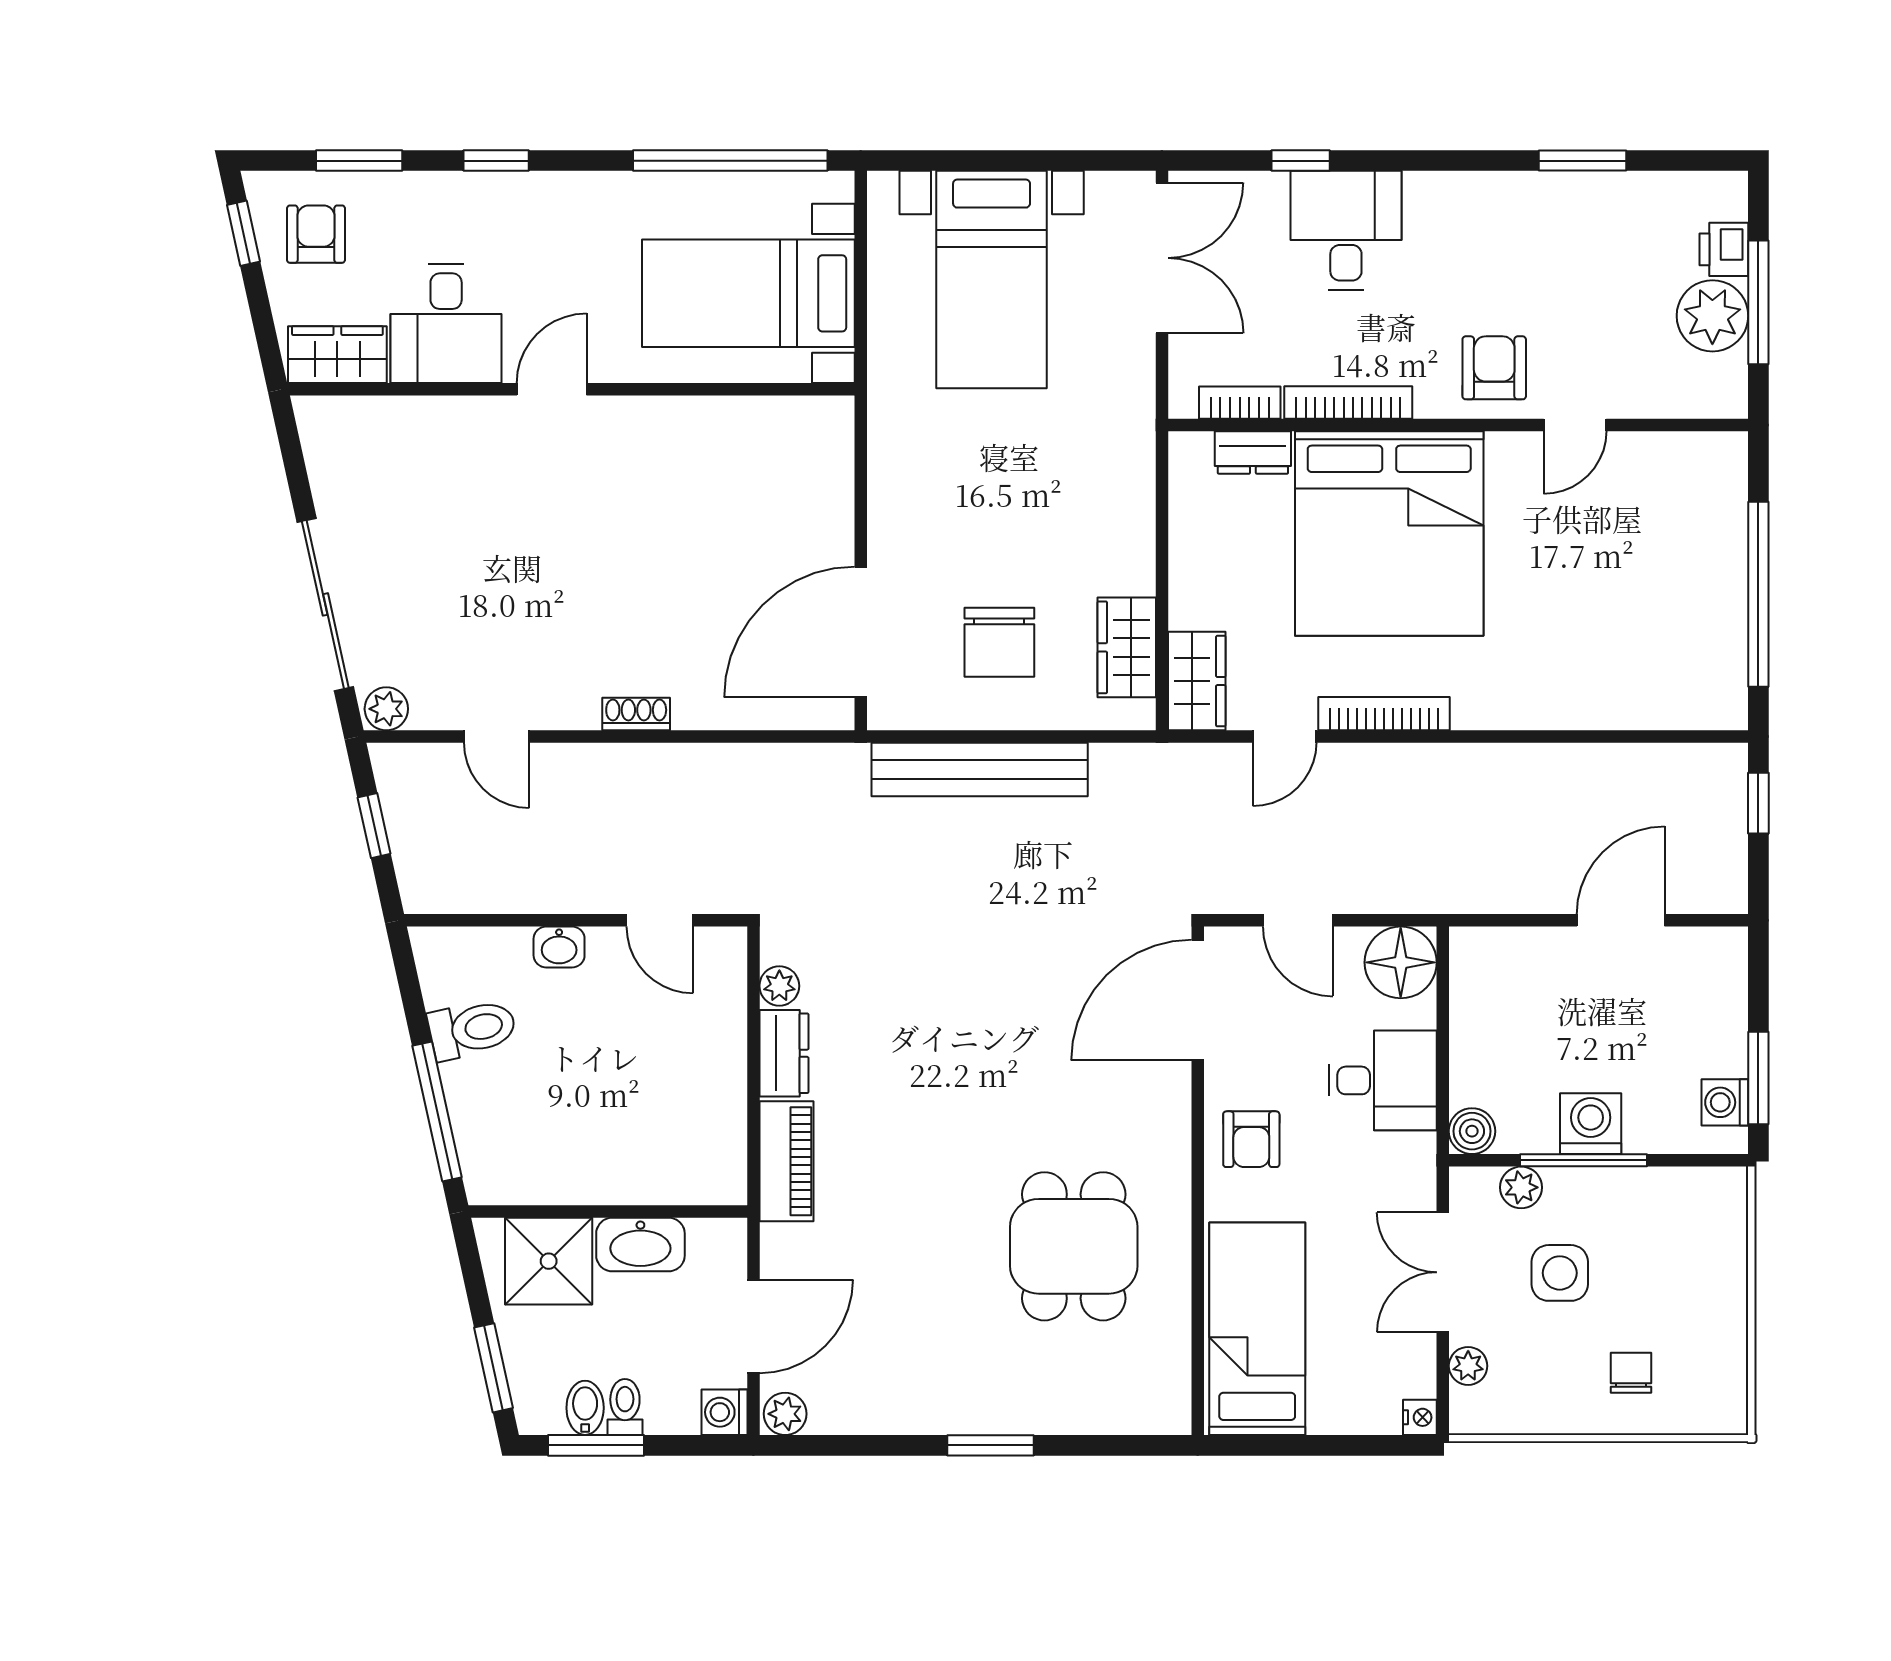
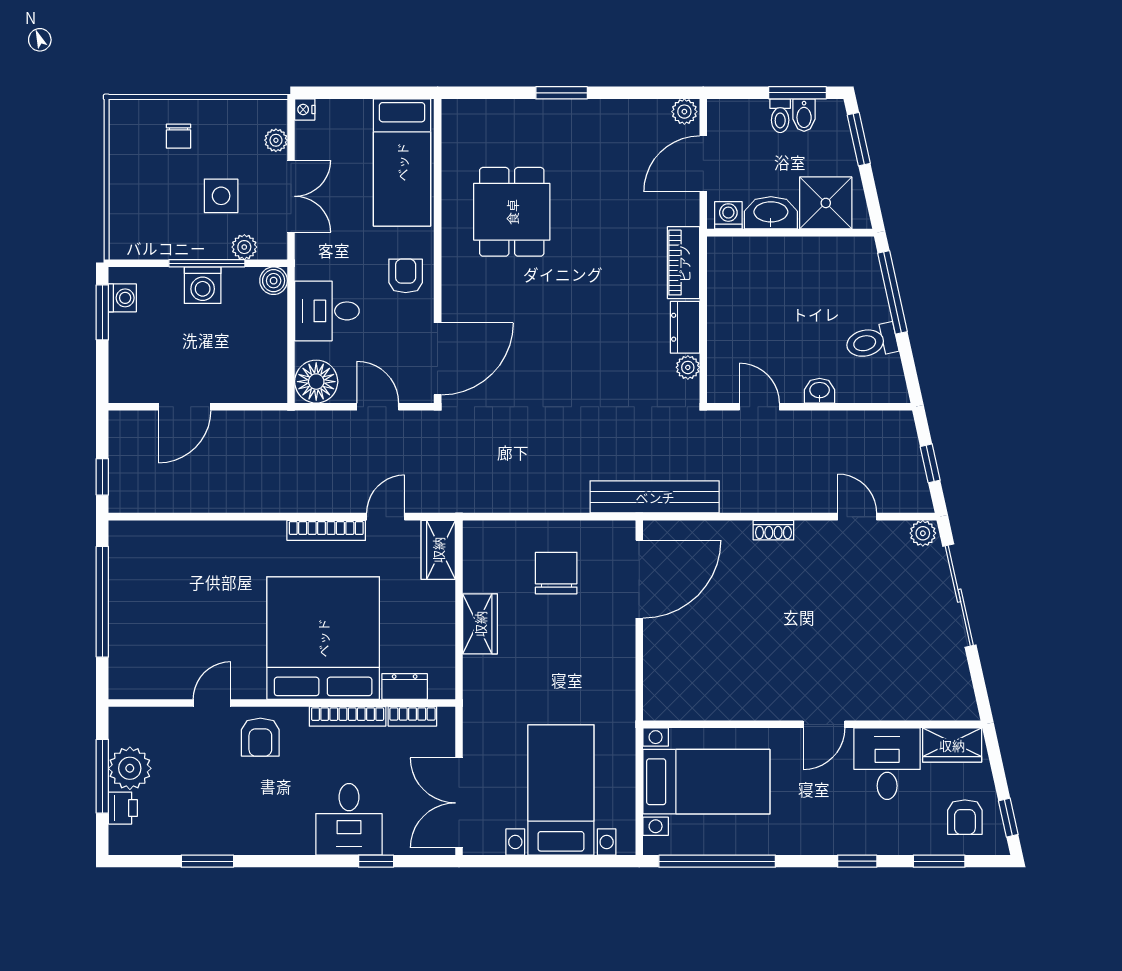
wardrobe: (1127, 647) -> (480, 624), moved
bench: (980, 770) -> (655, 497), moved
washing machine: (724, 1412) -> (728, 215), moved, turned -90

